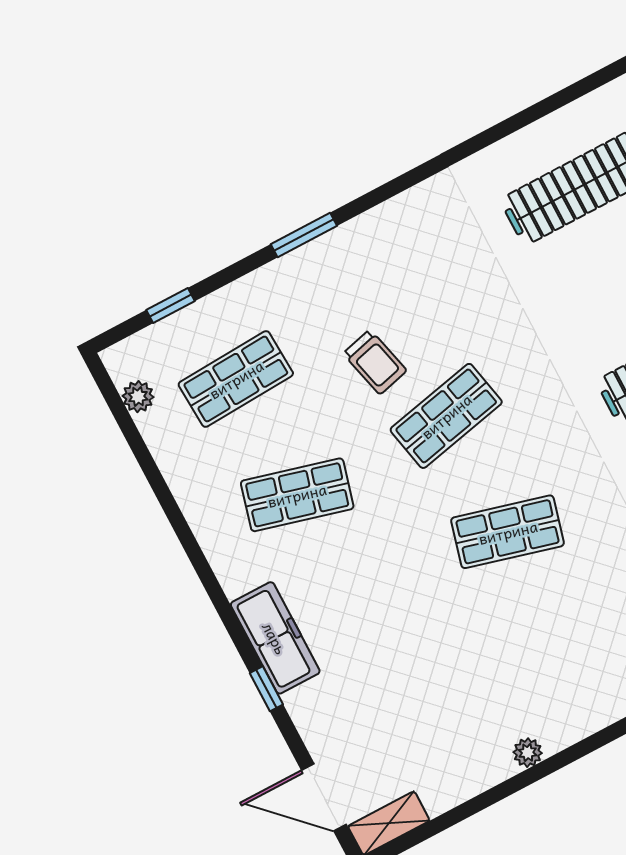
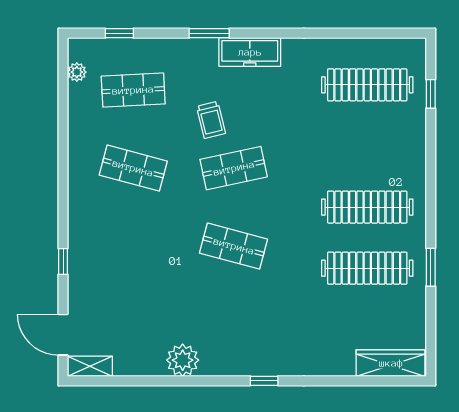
freezer: (275, 638) -> (250, 52), moved, turned 90
plant: (528, 753) -> (183, 360), width x1.87, depth x1.87

